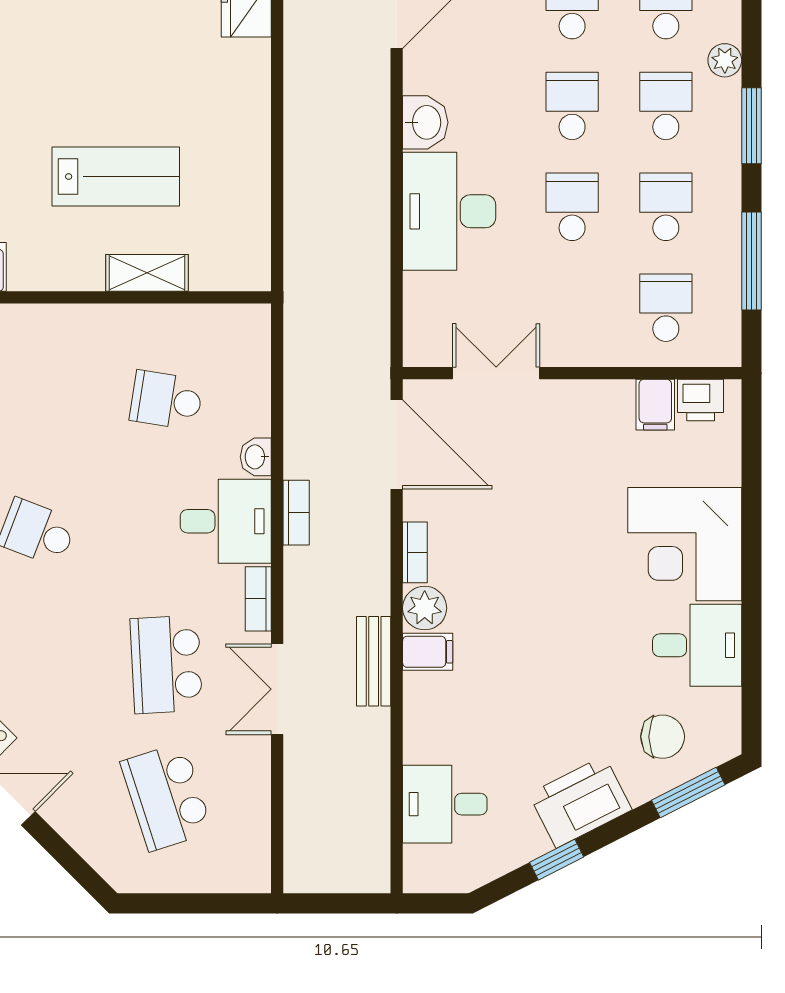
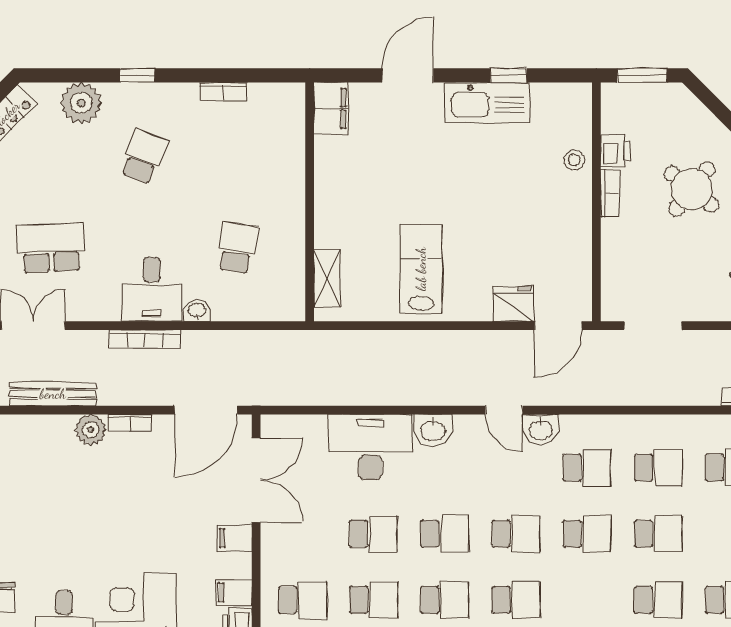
lab bench: (116, 177) -> (421, 269), moved, turned 180
shelving: (147, 273) -> (327, 279), moved
double door: (496, 373) -> (256, 480), width x1.37
bookcase: (296, 513) -> (145, 339), width x1.56
bookcase: (258, 599) -> (97, 312), removed
filing cabinet: (428, 652) -> (234, 538), moved, turned 90
bench: (374, 661) -> (53, 394), width x1.36

